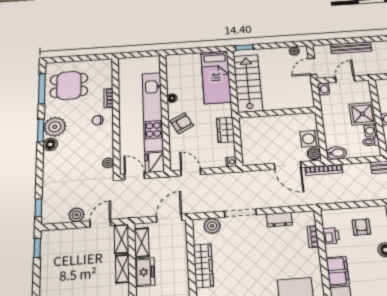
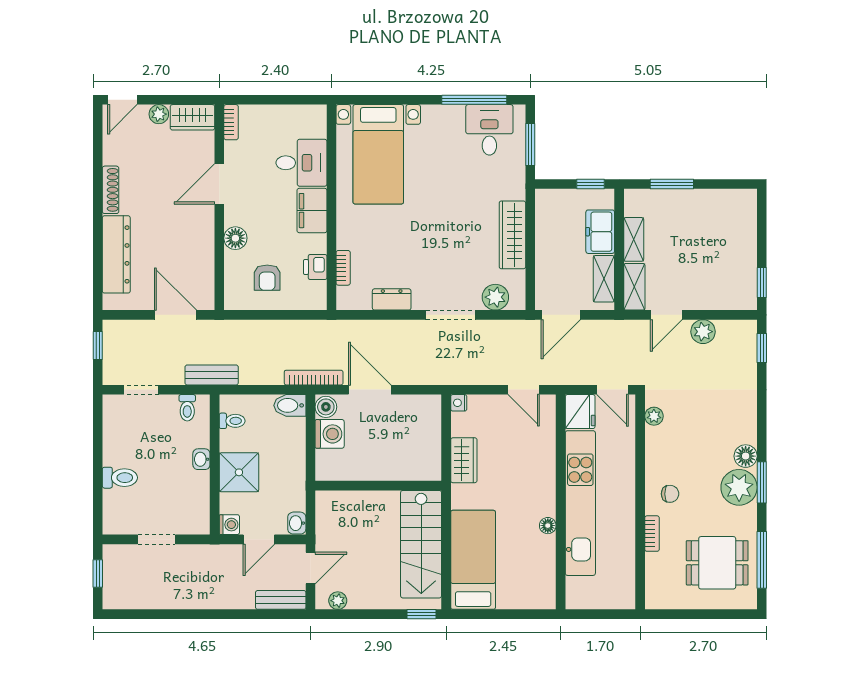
bench: (351, 48) -> (281, 600), moved, width x0.73
armchair: (182, 123) -> (534, 478), removed
washing machine: (371, 131) -> (229, 525), moved

